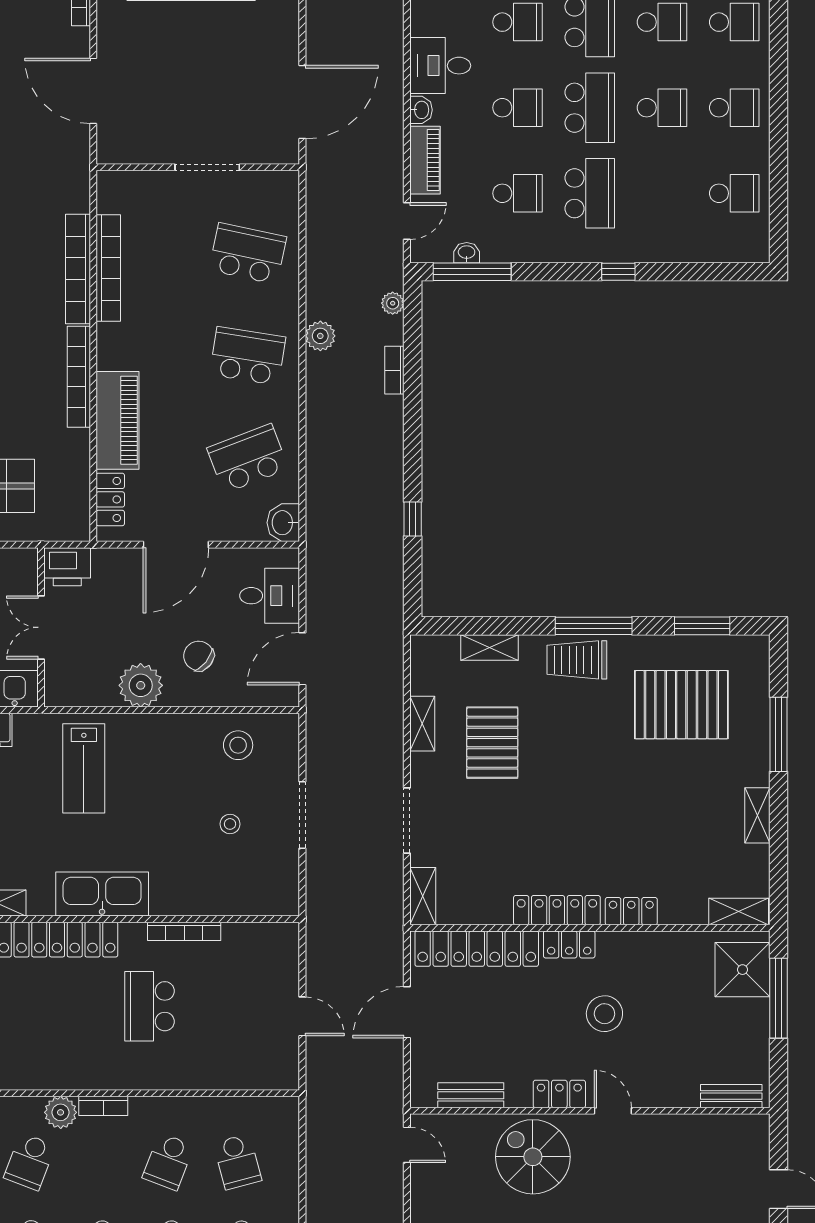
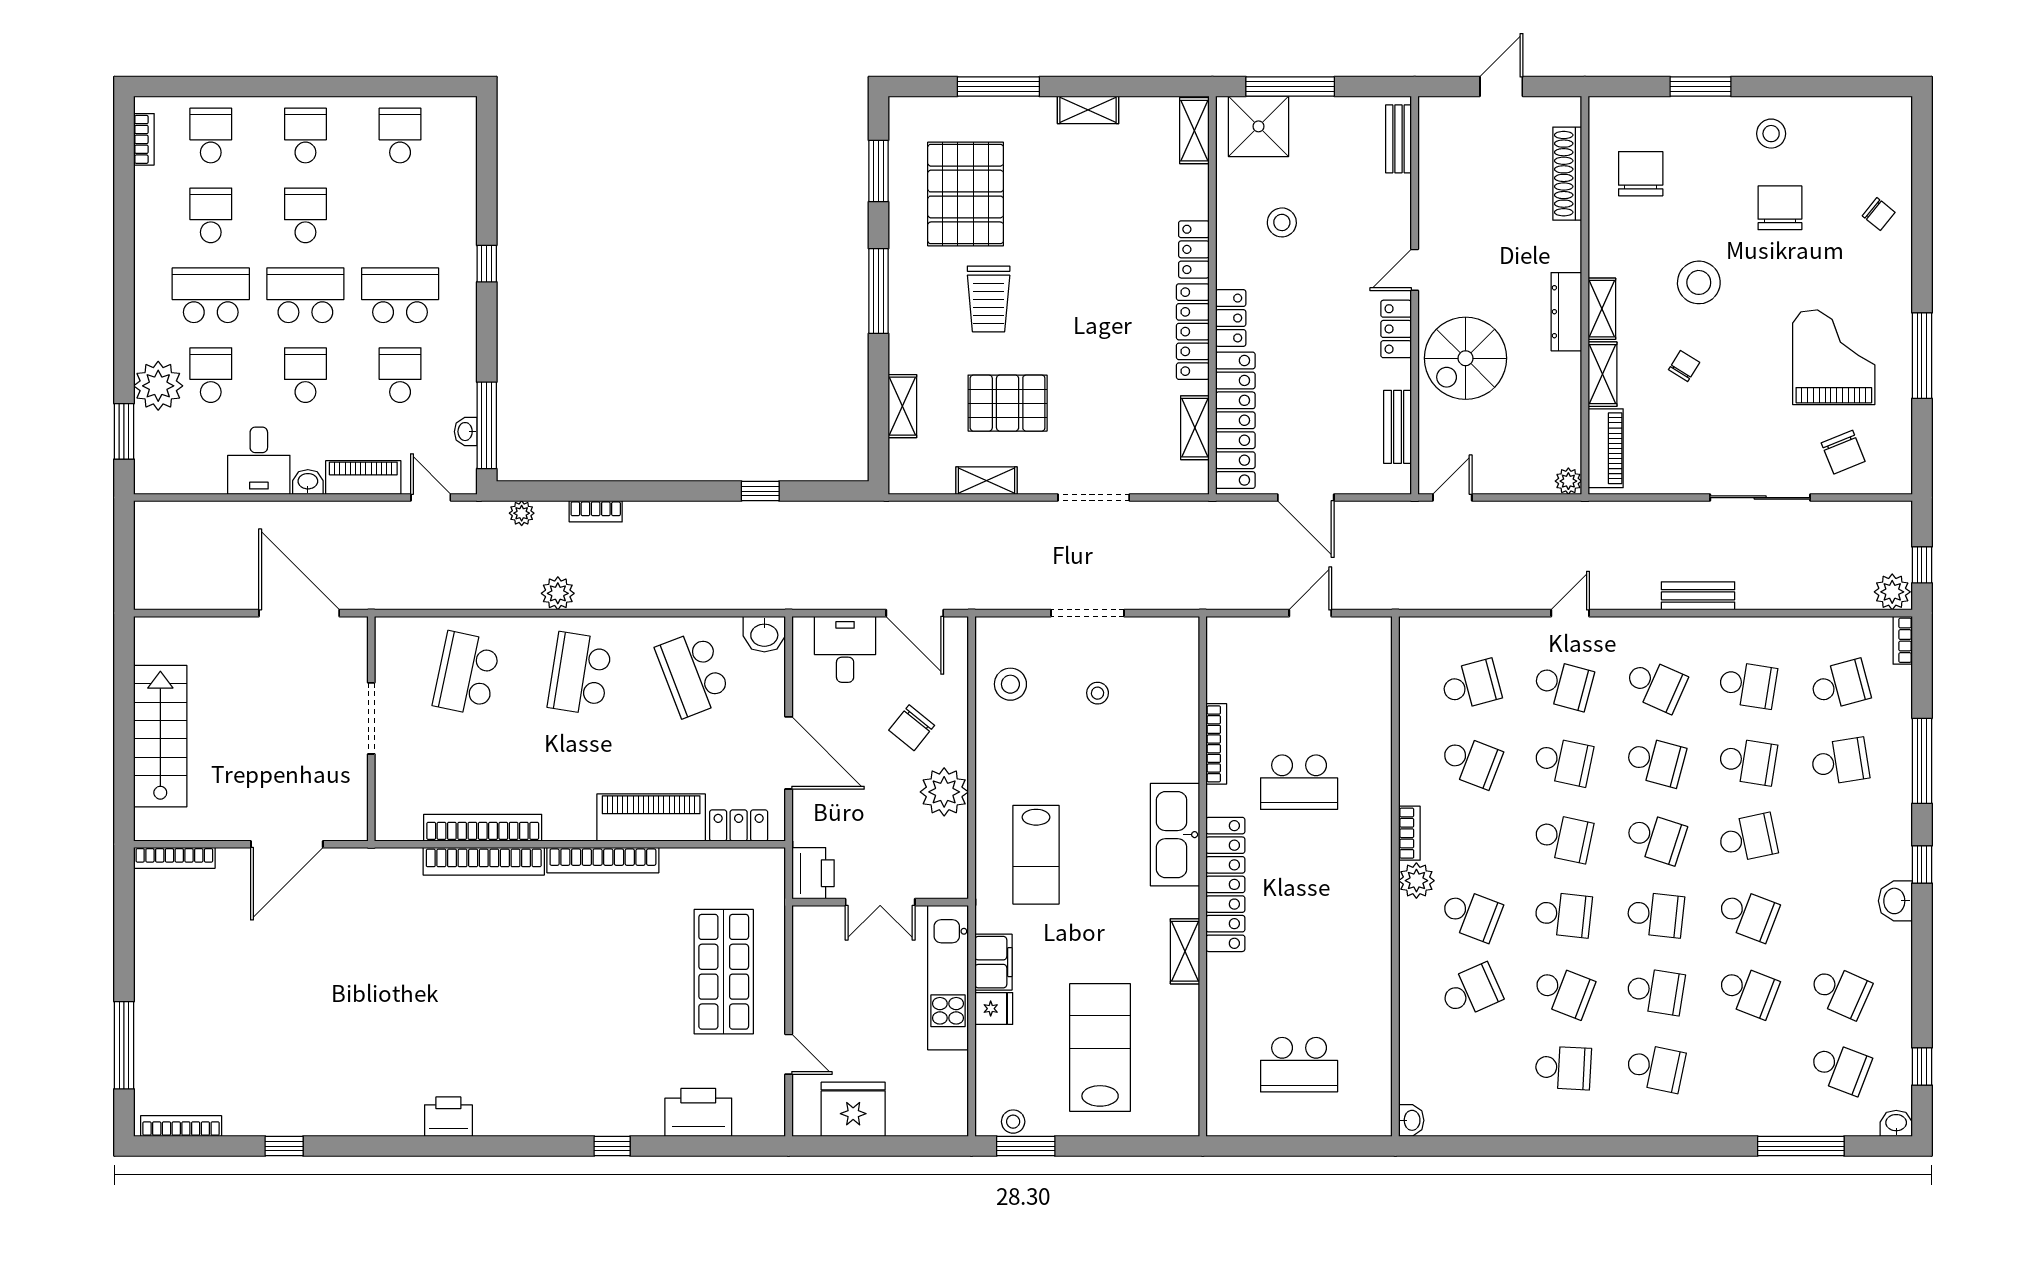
trolley: (577, 660) -> (989, 299), moved
lab bench: (84, 768) -> (1036, 855), turned 90
shelving: (423, 896) -> (1195, 428), moved, turned 90
stool: (604, 1014) -> (1282, 222), moved, width x0.73, depth x0.73

